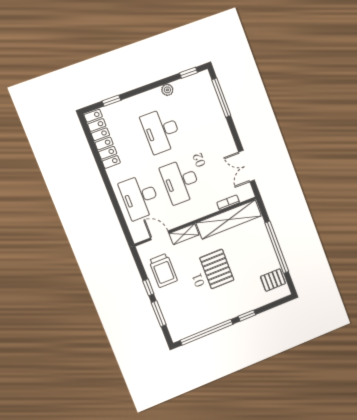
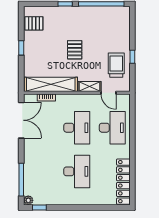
plant: (167, 90) -> (28, 200), moved
window: (111, 101) -> (105, 207), removed
double door: (247, 166) -> (21, 120), width x1.37
window: (277, 247) -> (21, 48), width x0.32
pallet: (217, 269) -> (75, 50), width x0.67, depth x0.71
window: (159, 314) -> (132, 33), removed

